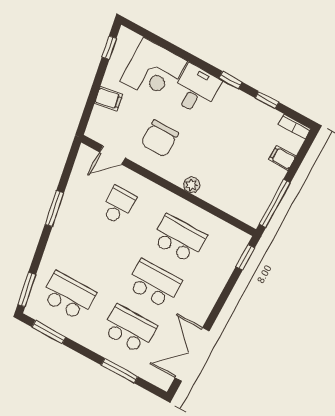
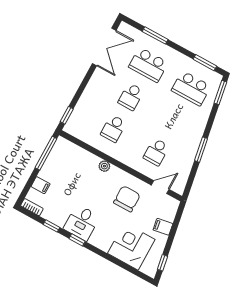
desk: (196, 89) -> (82, 223), moved
school desk: (179, 238) -> (113, 128), width x0.54
school desk: (154, 284) -> (131, 97), width x0.54

